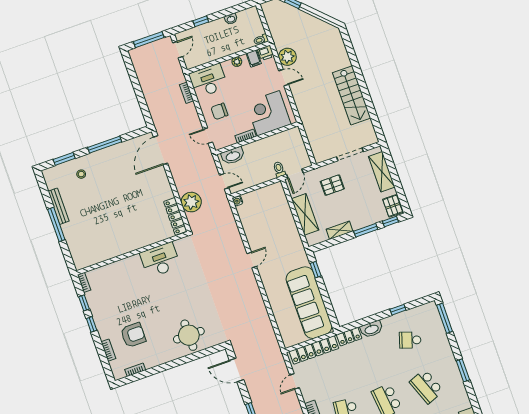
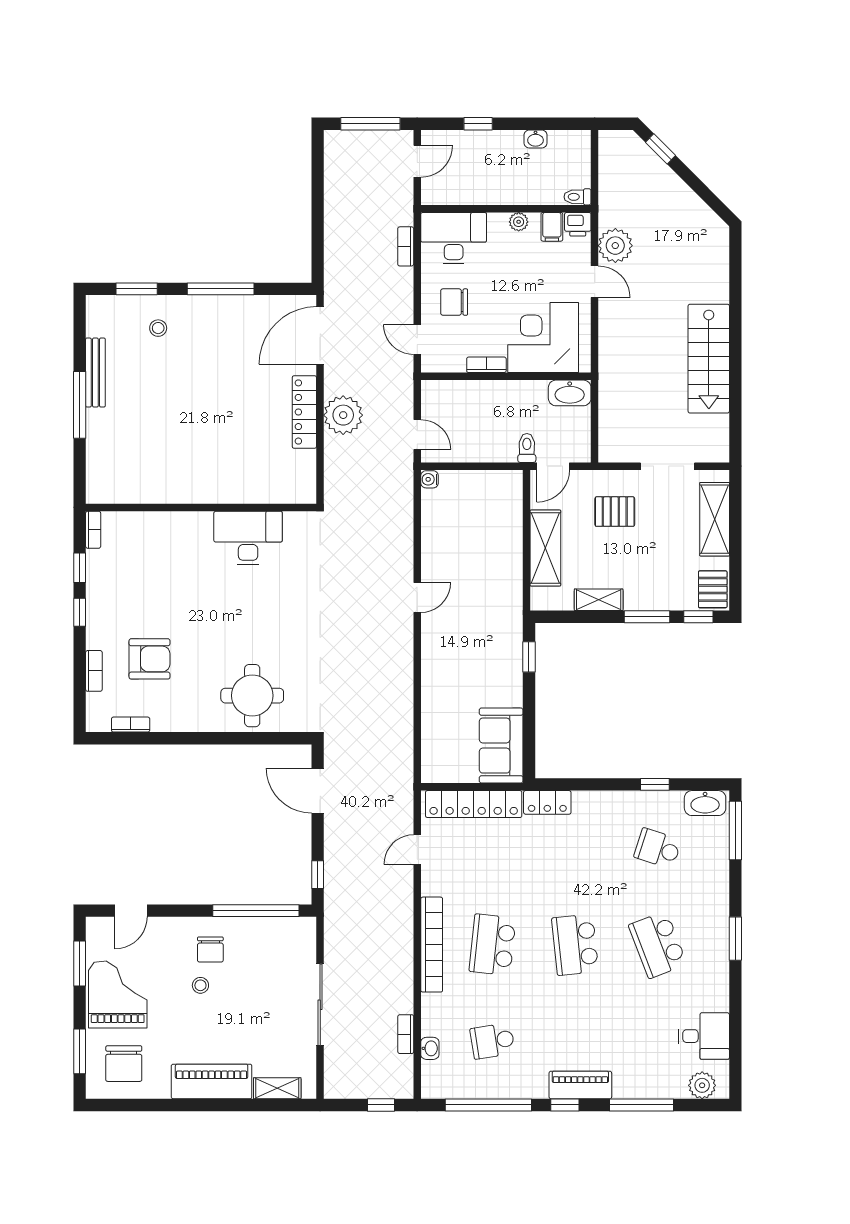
washbasin: (233, 156) -> (570, 393), moved
plant: (191, 202) -> (343, 415), moved
locker: (175, 216) -> (304, 412), moved
sofa: (309, 303) -> (501, 746), width x0.54, depth x0.79
washbasin: (372, 329) -> (705, 803), moved

